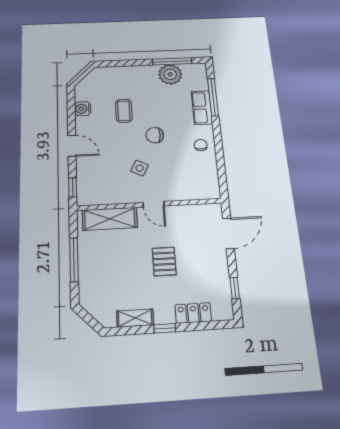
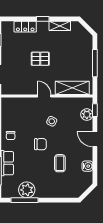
plant: (85, 180) -> (87, 115), added
pallet: (164, 262) -> (40, 59), turned 90

